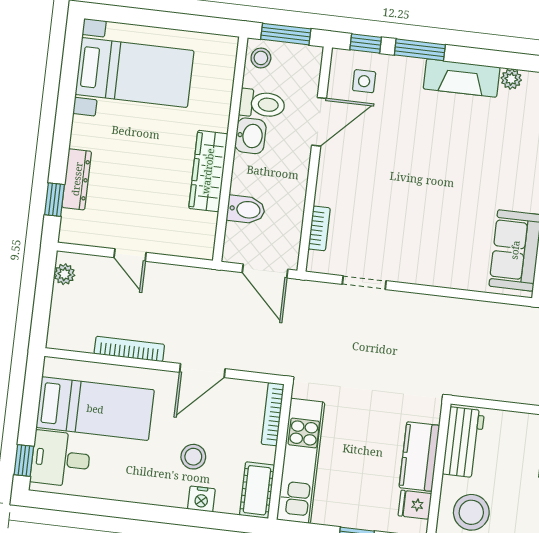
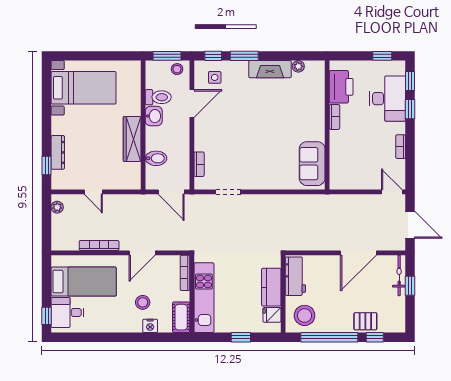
stool: (261, 58) -> (177, 69), moved

